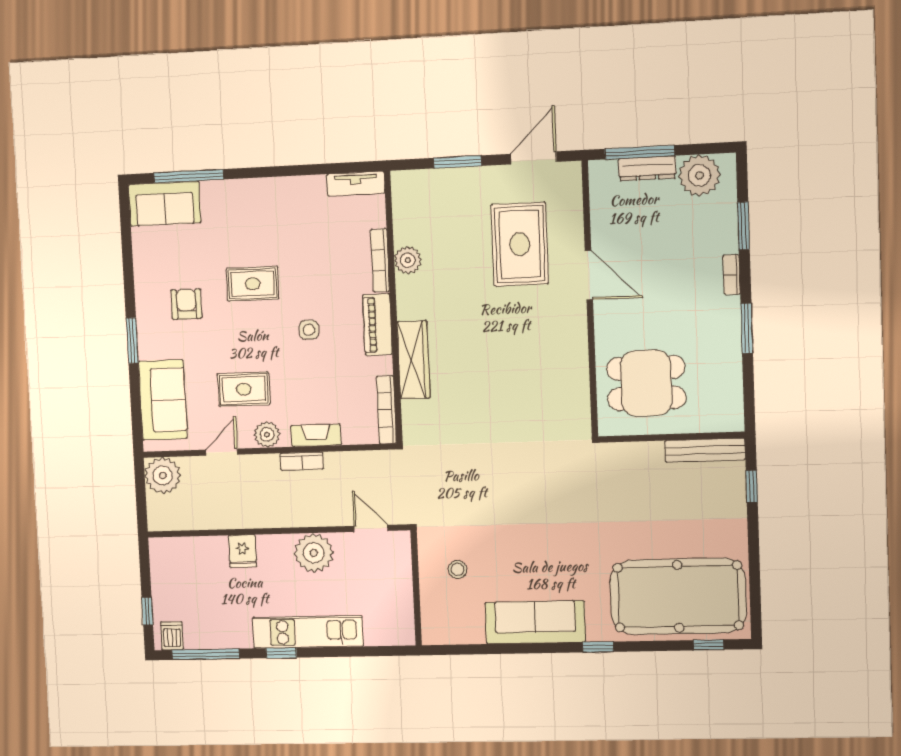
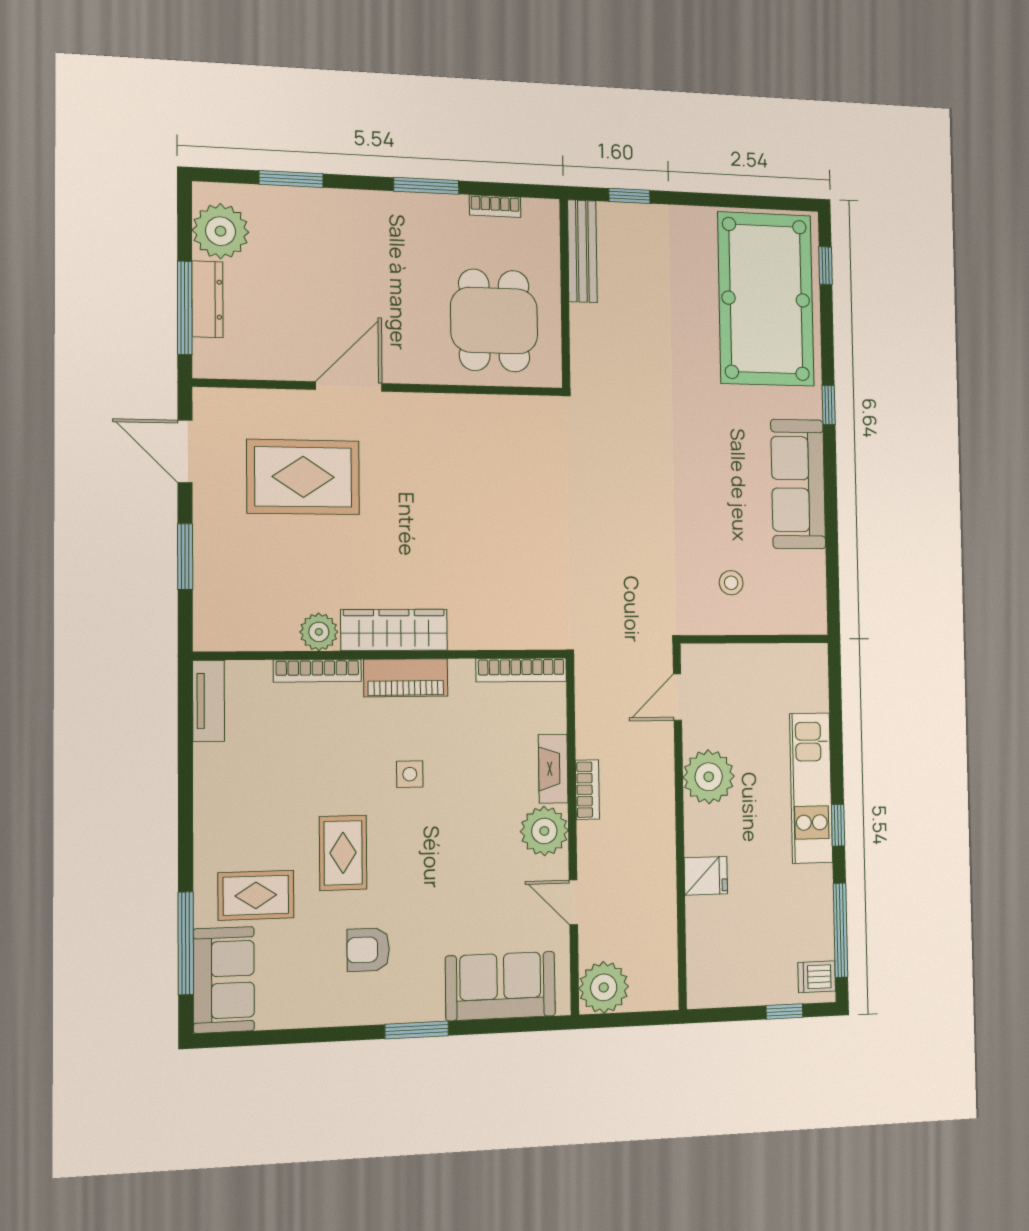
bookcase: (732, 275) -> (495, 206), moved
wardrobe: (414, 360) -> (394, 630), moved
rug: (244, 389) -> (256, 895), moved, turned 90
plant: (267, 434) -> (544, 831), width x1.36, depth x1.36

